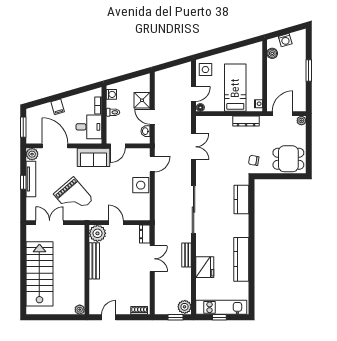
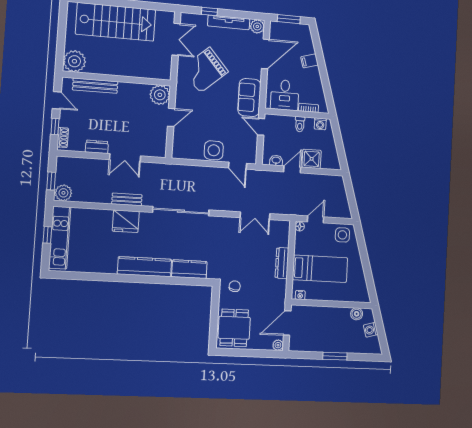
door: (194, 94) -> (315, 219), swing flipped
door: (283, 114) -> (287, 323), swing flipped
dresser: (246, 121) -> (282, 263), moved
window: (23, 182) -> (209, 11), moved
dresser: (145, 234) -> (97, 147), moved
kitchen counter: (241, 259) -> (145, 267), moved
bench: (94, 261) -> (95, 86), moved
fridge: (205, 267) -> (126, 221), moved
plant: (80, 310) -> (74, 61), width x1.88, depth x1.88
window: (131, 317) -> (55, 127), added

